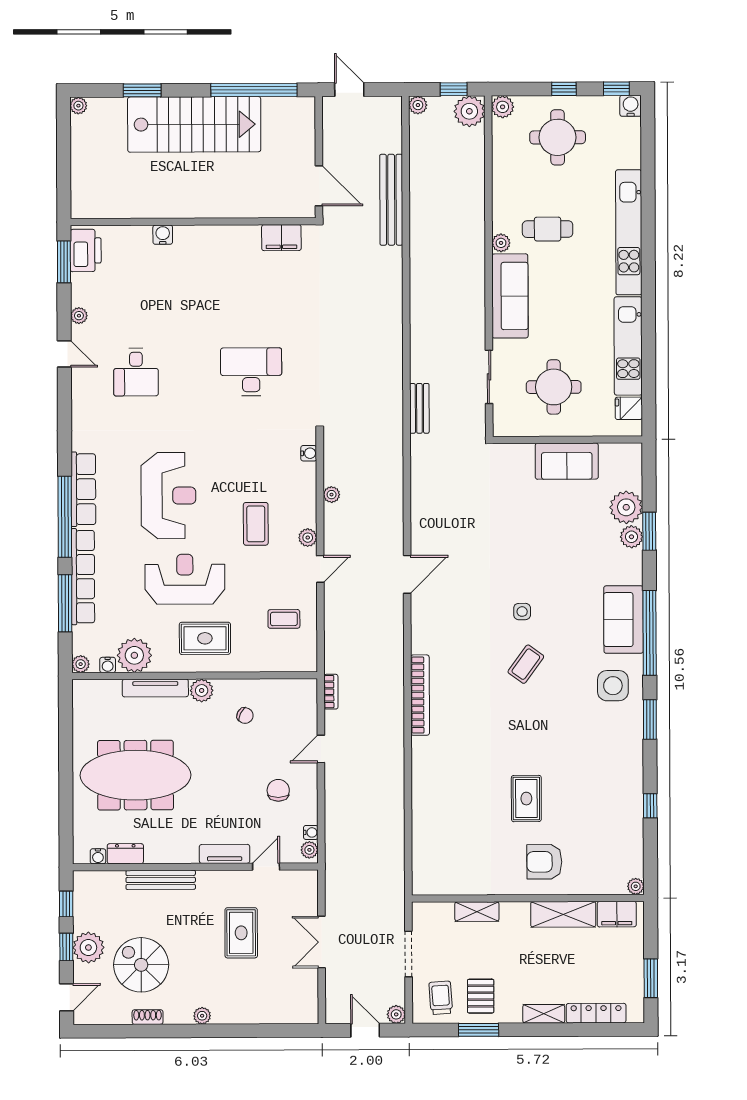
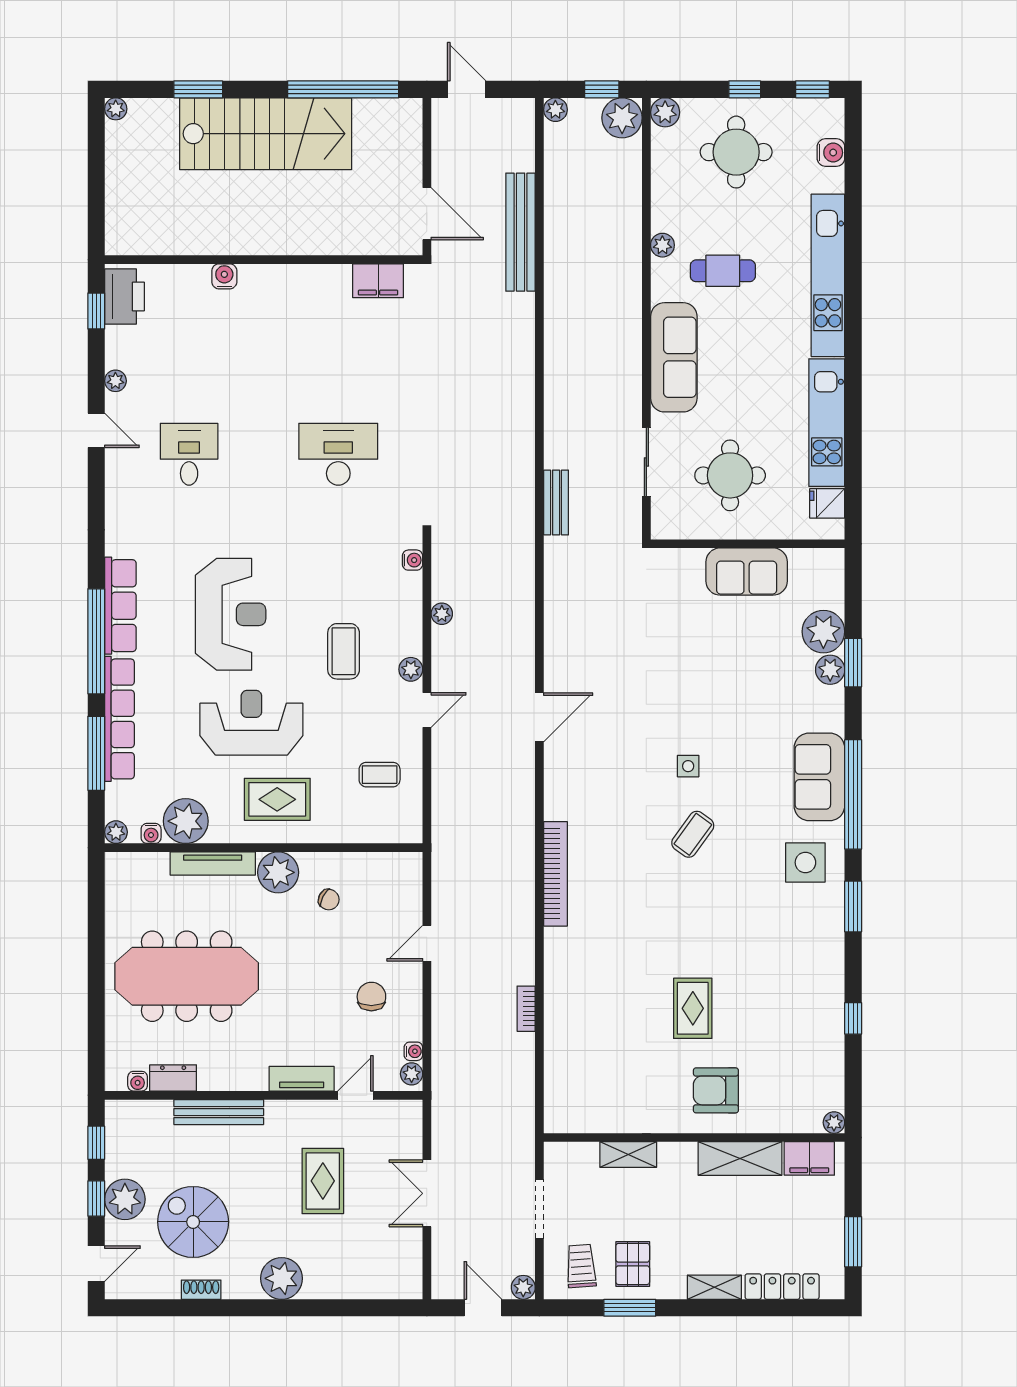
water cooler: (631, 106) -> (831, 153), moved, turned 90
plant: (501, 243) -> (662, 245), moved
window: (64, 262) -> (96, 311), width x0.67
desk: (136, 372) -> (189, 454), turned 180
plant: (202, 690) -> (278, 872), width x1.36, depth x1.36
bookcase: (331, 692) -> (526, 1009), moved, turned 180
plant: (202, 1016) -> (282, 1278), width x1.88, depth x1.88

